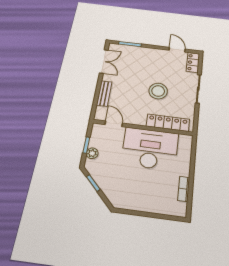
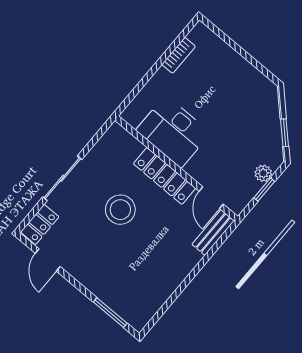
double door: (104, 61) -> (166, 306), removed
bench: (104, 93) -> (213, 233), moved
locker: (168, 123) -> (164, 176), moved
desk: (150, 149) -> (173, 132), width x0.73, depth x0.77

